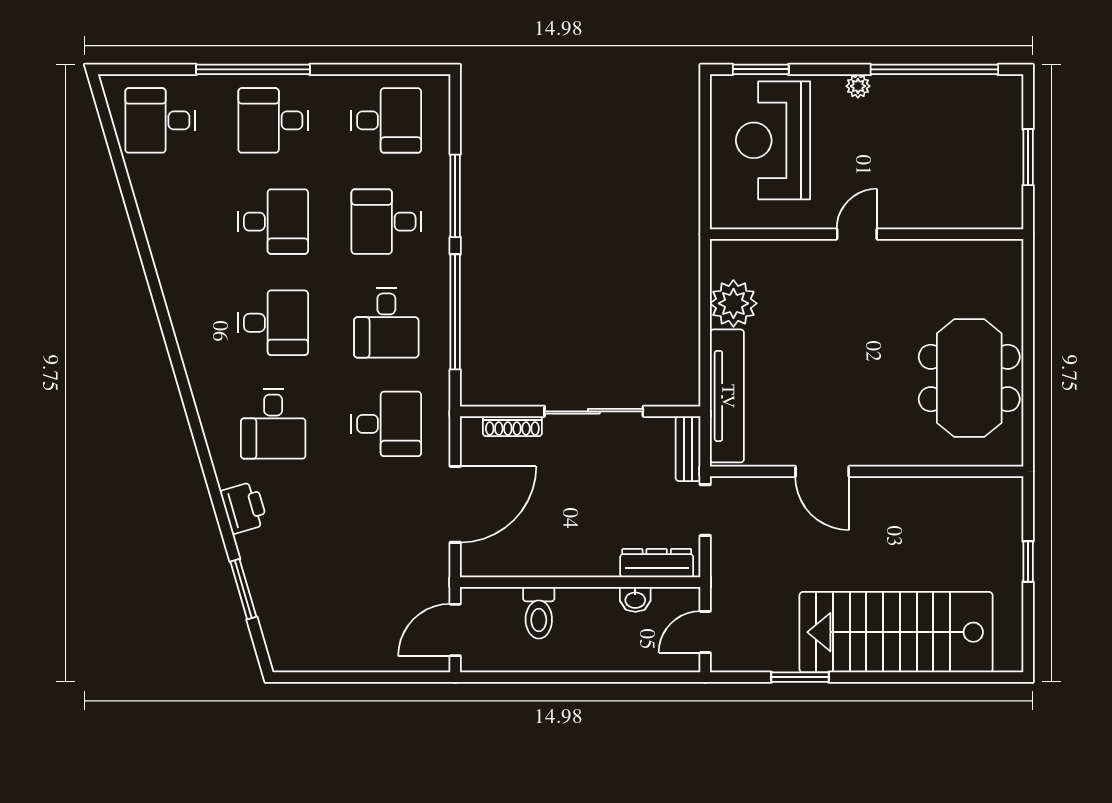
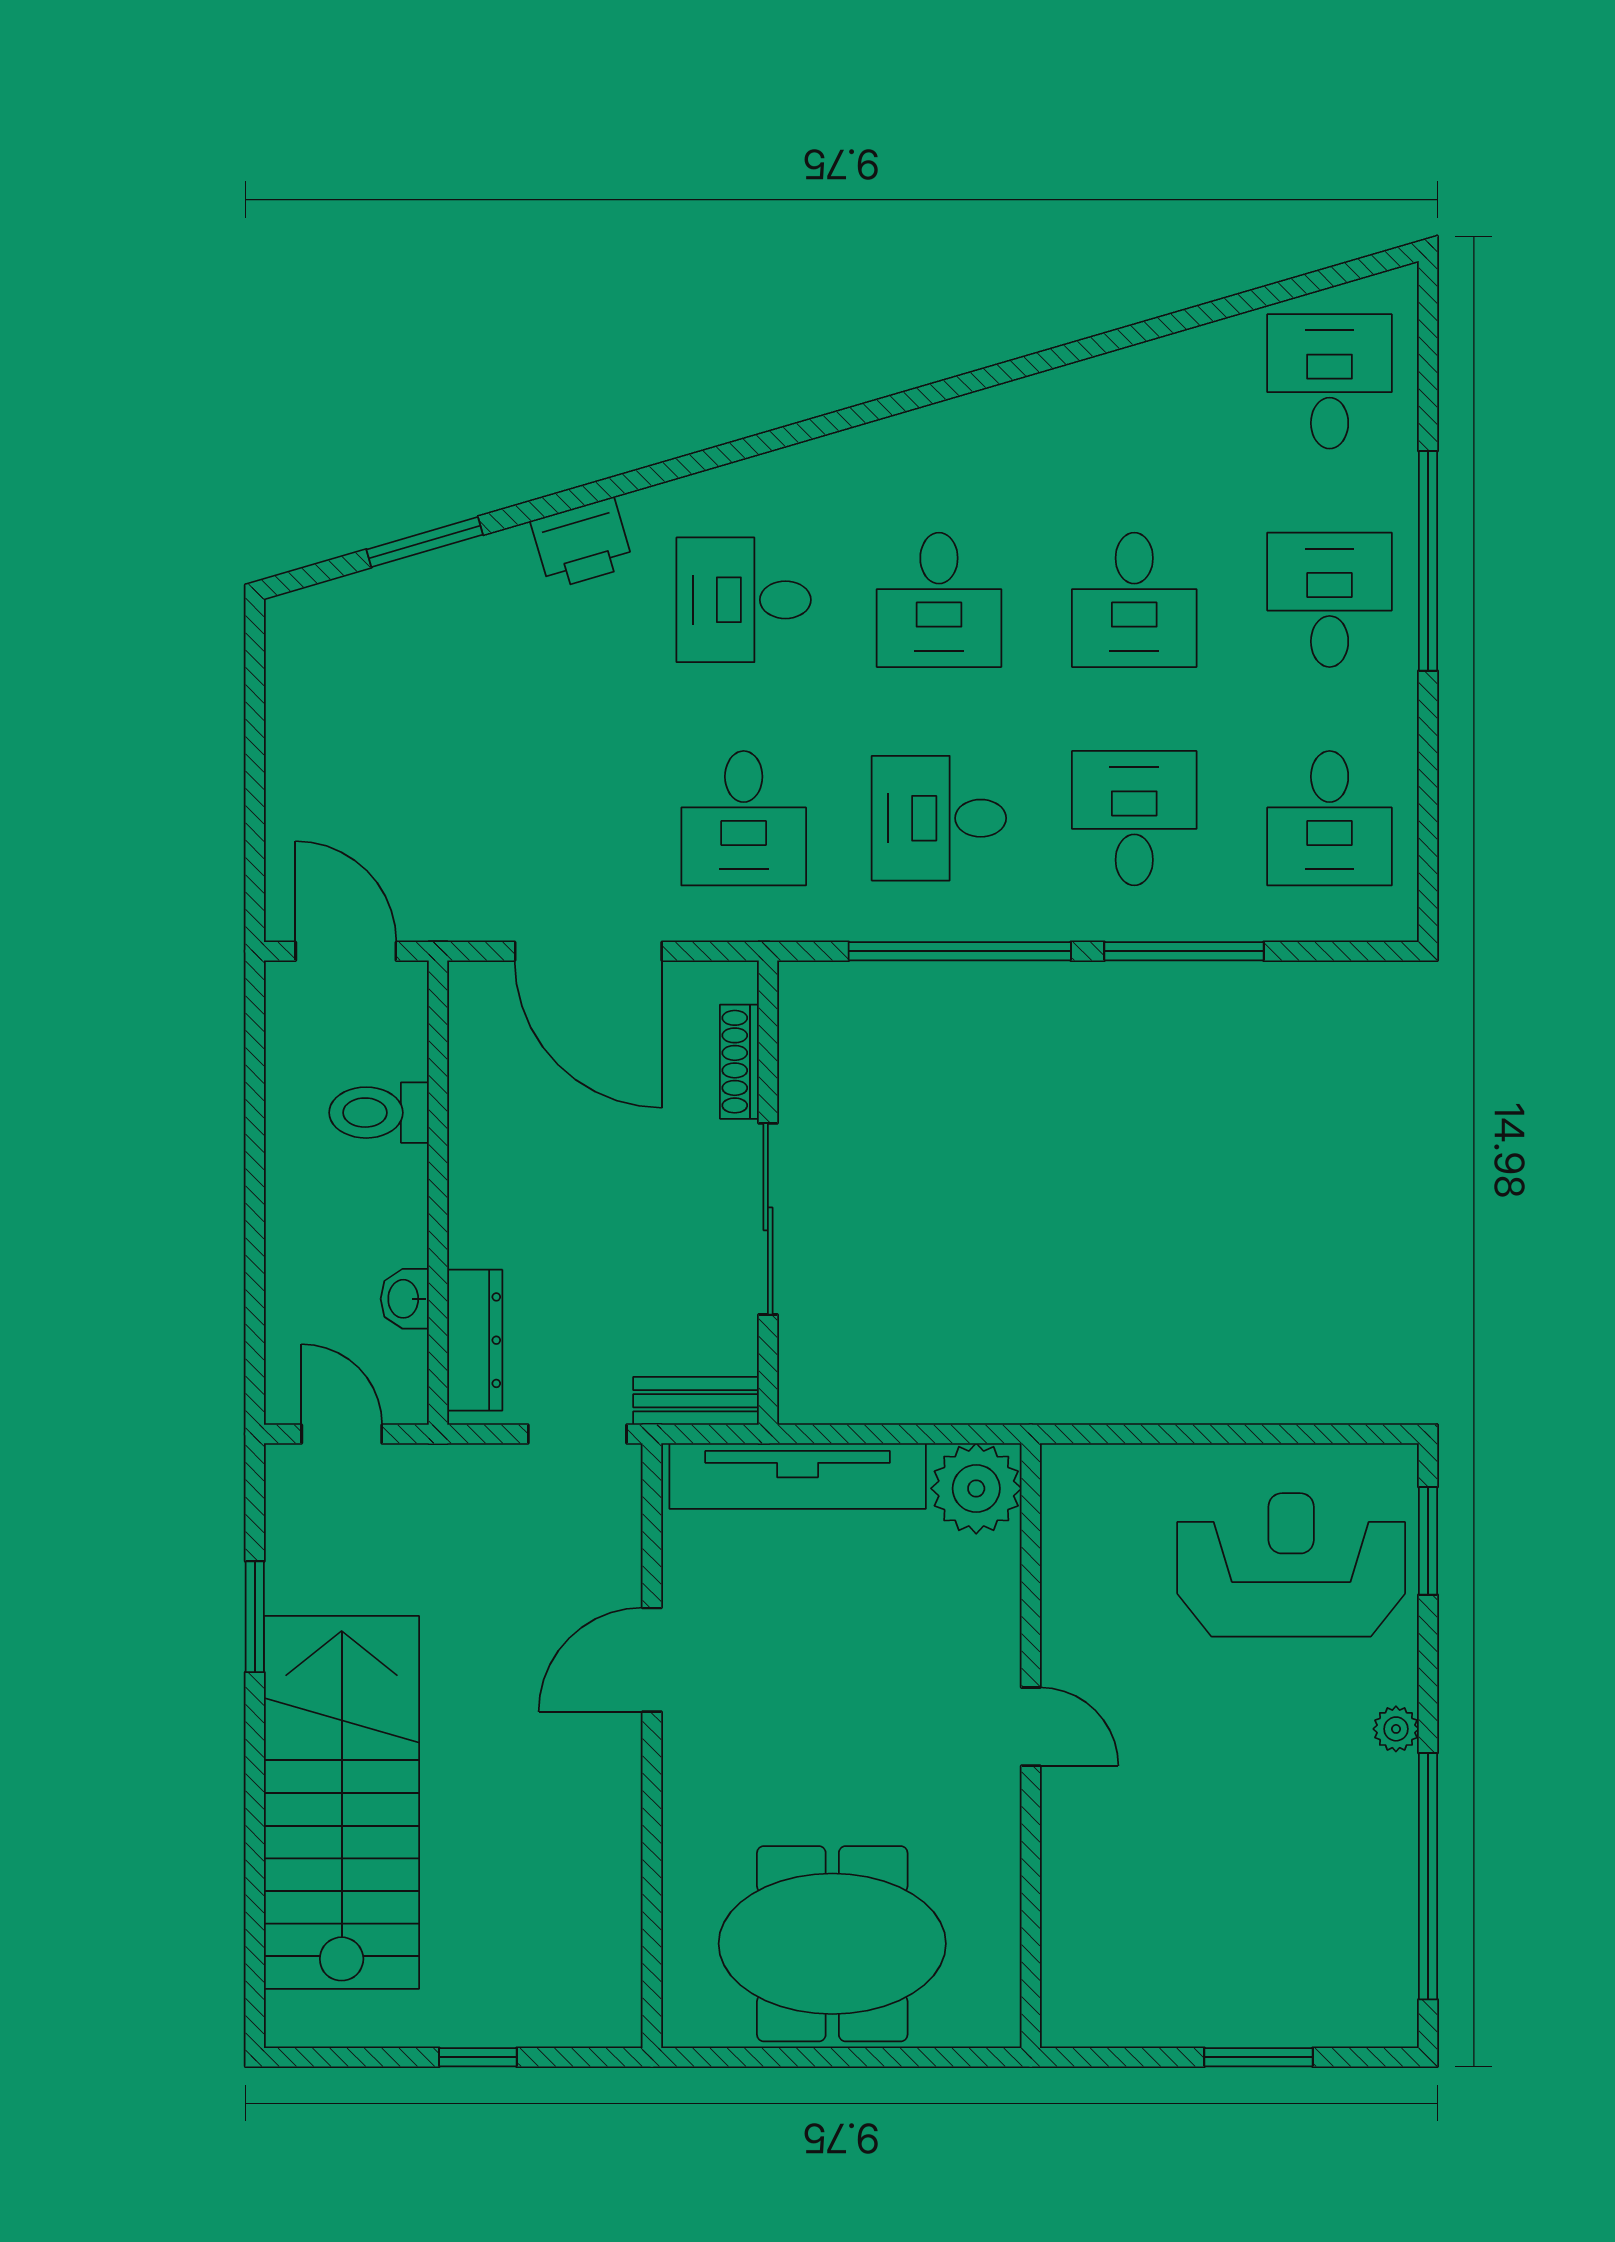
door: (857, 234) -> (1031, 1727), moved
wall: (867, 234) -> (1031, 1746), moved

